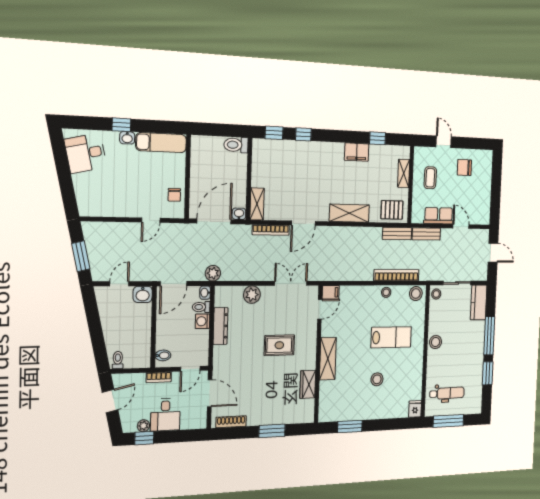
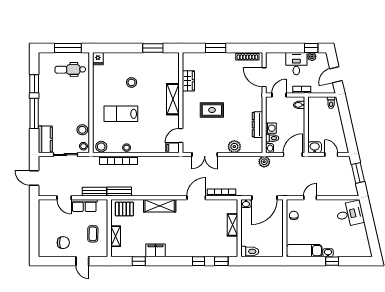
desk: (86, 153) -> (350, 214), moved
shelving: (257, 204) -> (233, 225), moved
door: (119, 284) -> (331, 155), swing flipped
stool: (436, 342) -> (82, 130), moved

